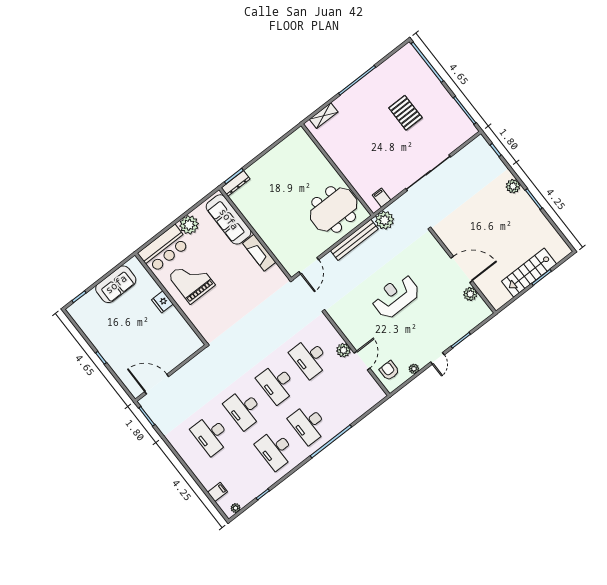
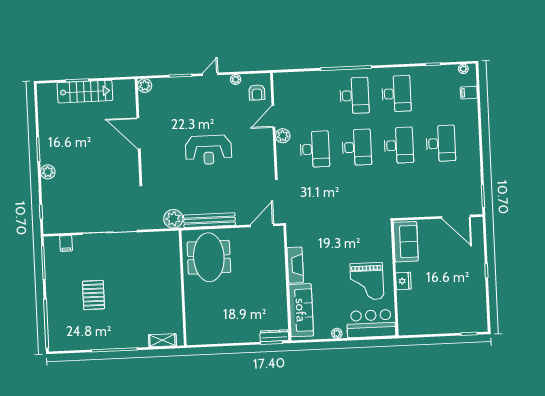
filing cabinet: (382, 198) -> (66, 243), moved
meeting table: (334, 209) -> (209, 257), turned 90
plant: (189, 225) -> (337, 333), width x0.53, depth x0.53
sofa: (116, 284) -> (406, 242), moved, turned 90
plant: (470, 294) -> (145, 86), moved

